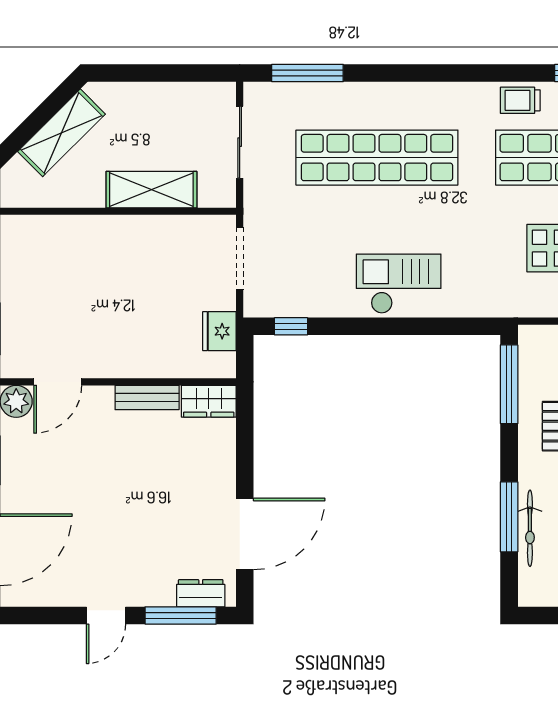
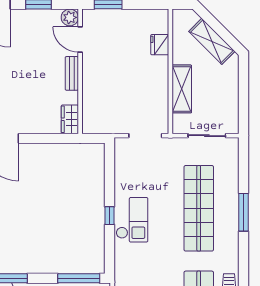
window: (307, 73) -> (243, 212), moved
window: (291, 326) -> (109, 216), moved
fridge: (219, 331) -> (160, 45), moved, turned -90
bench: (147, 397) -> (72, 73), moved

